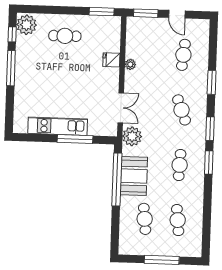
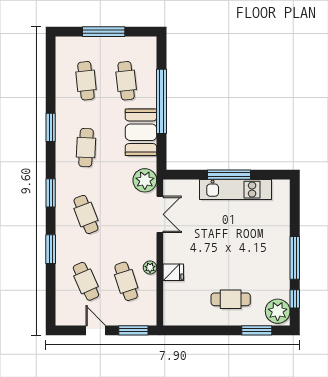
window: (102, 12) -> (257, 330), moved
cafe table: (150, 54) -> (126, 281), added
cafe table: (183, 55) -> (86, 281), turned -30
double door: (121, 108) -> (160, 214), swing flipped
window: (75, 139) -> (229, 175), moved
window: (209, 163) -> (51, 127), moved
window: (117, 179) -> (161, 101), moved

